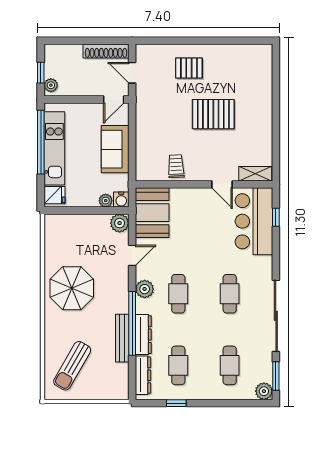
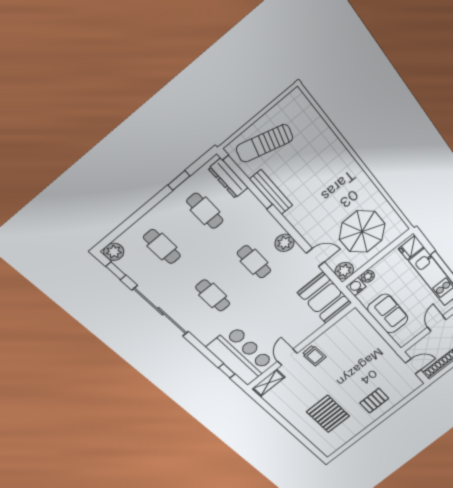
door: (114, 99) -> (437, 323), moved
pallet: (213, 114) -> (328, 414), moved, turned 90
trolley: (176, 166) -> (314, 355), moved
door: (222, 184) -> (287, 357), hinge flipped
door: (132, 255) -> (315, 258), swing flipped
parasol: (72, 288) -> (362, 232), moved
window: (132, 323) -> (248, 183), moved
dresser: (143, 335) -> (256, 209), removed
sun lounger: (72, 366) -> (265, 143), moved, turned -104
window: (276, 376) -> (116, 271), width x0.67

